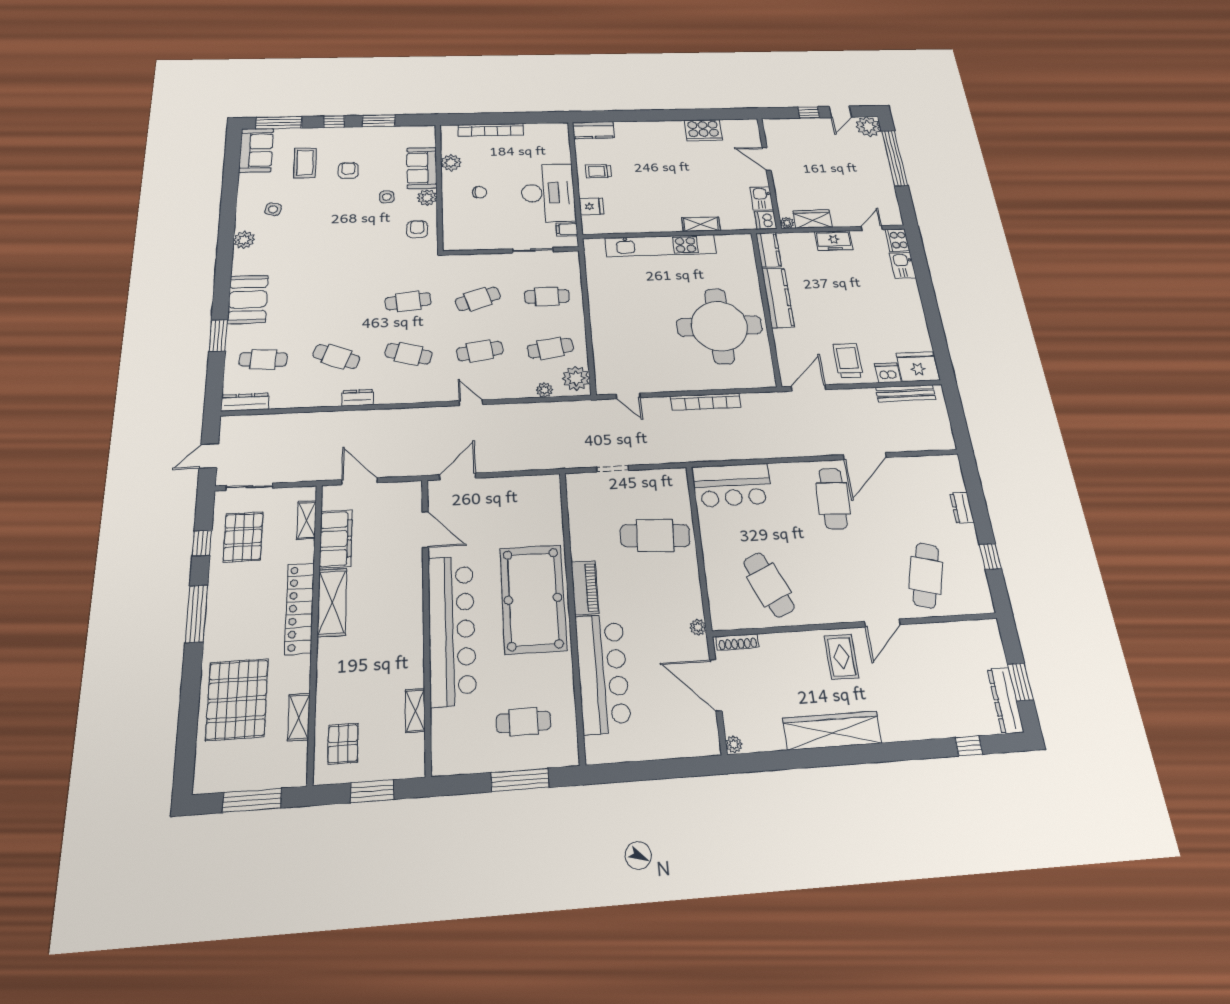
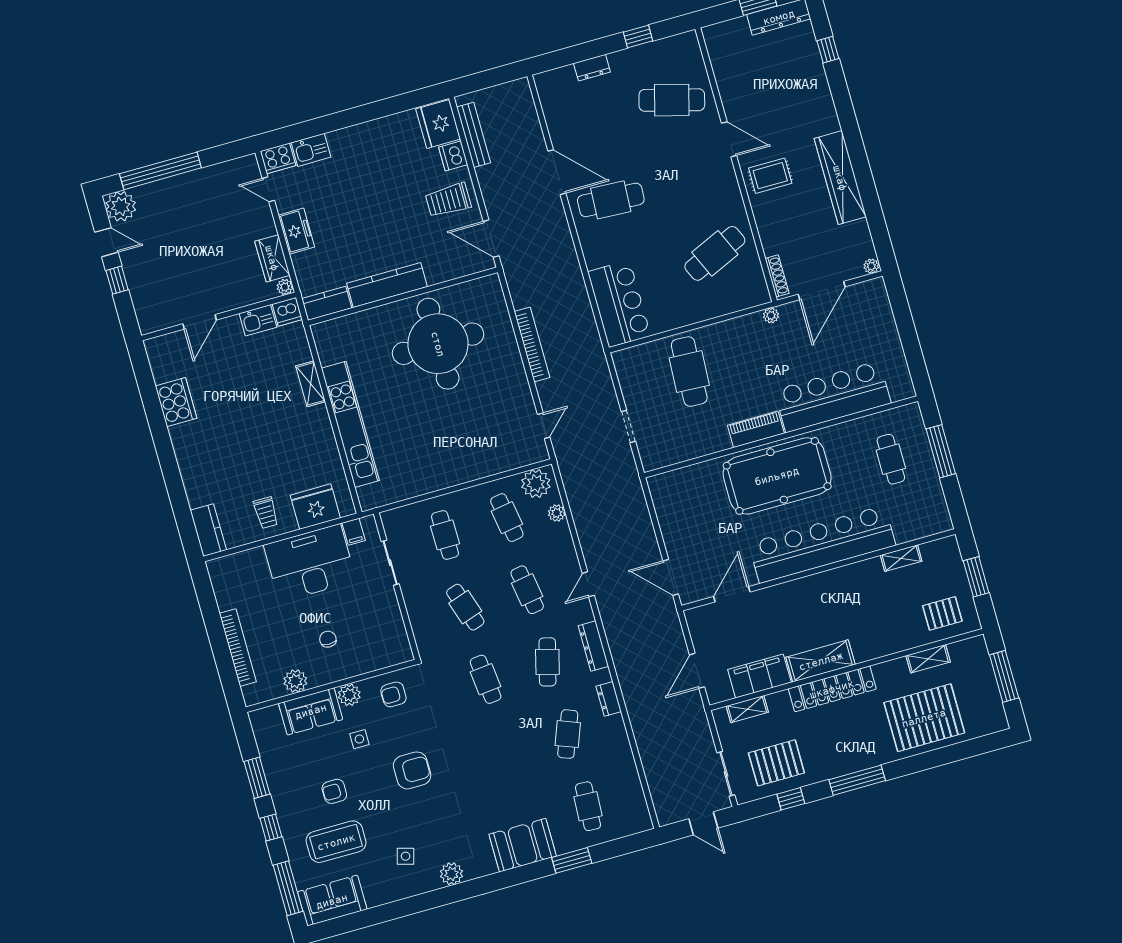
coffee table: (305, 163) -> (336, 842), width x1.36, depth x1.32
fridge: (591, 206) -> (315, 507), width x1.88, depth x1.34
armchair: (346, 229) -> (412, 770), added
dresser: (245, 402) -> (593, 646), moved

